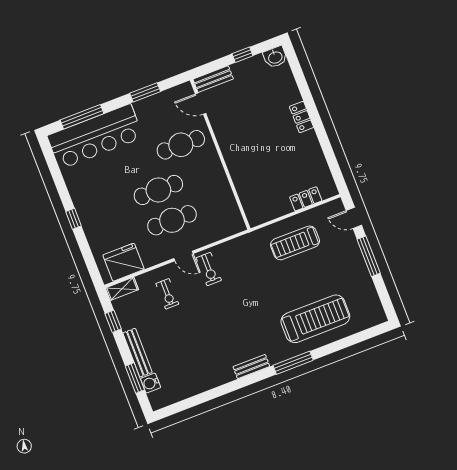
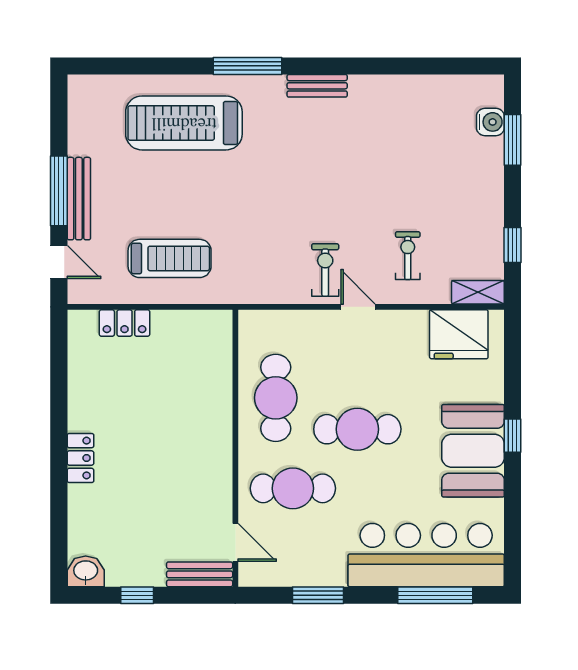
booth: (92, 202) -> (473, 451), added
cafe table: (172, 220) -> (276, 398), moved, turned 90
bench: (137, 353) -> (79, 199), moved

